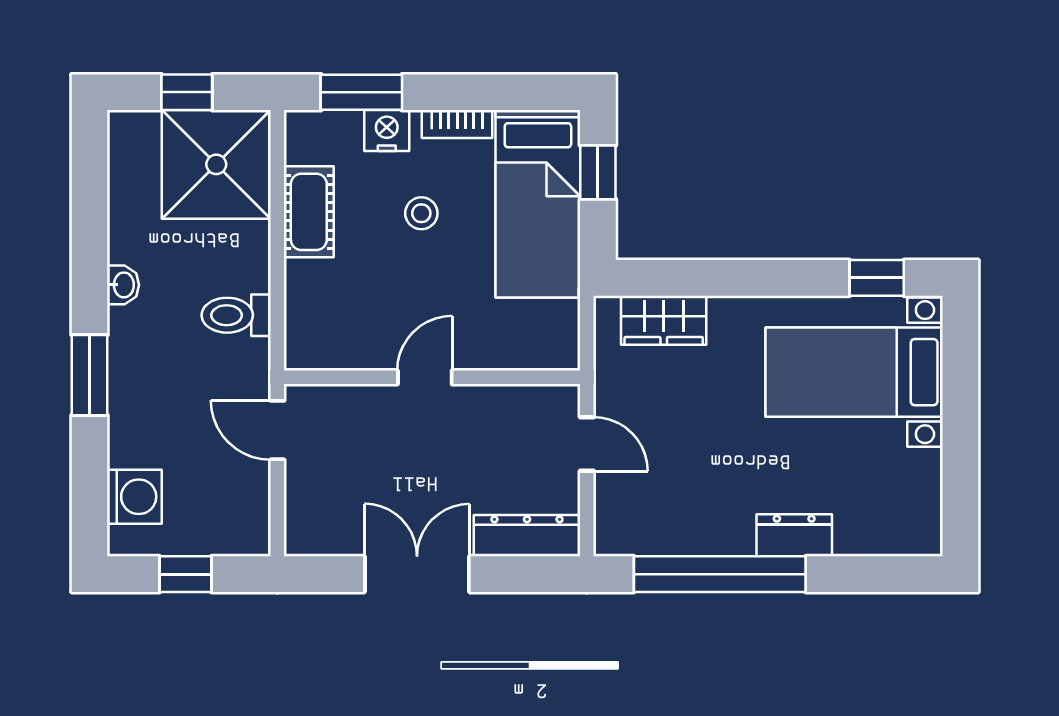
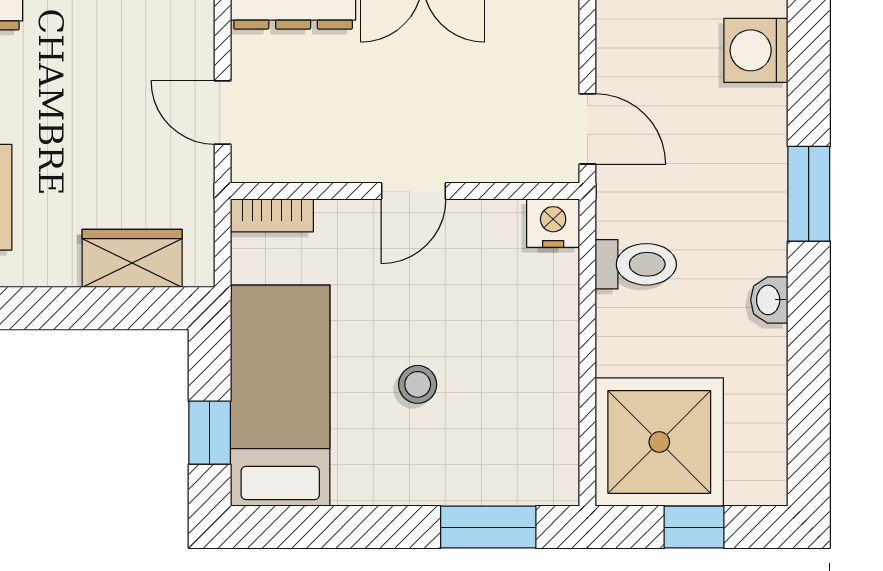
bookcase: (457, 124) -> (272, 215), moved, turned 180
nightstand: (387, 131) -> (553, 223), moved, turned 180
cot: (309, 212) -> (550, 386), removed

